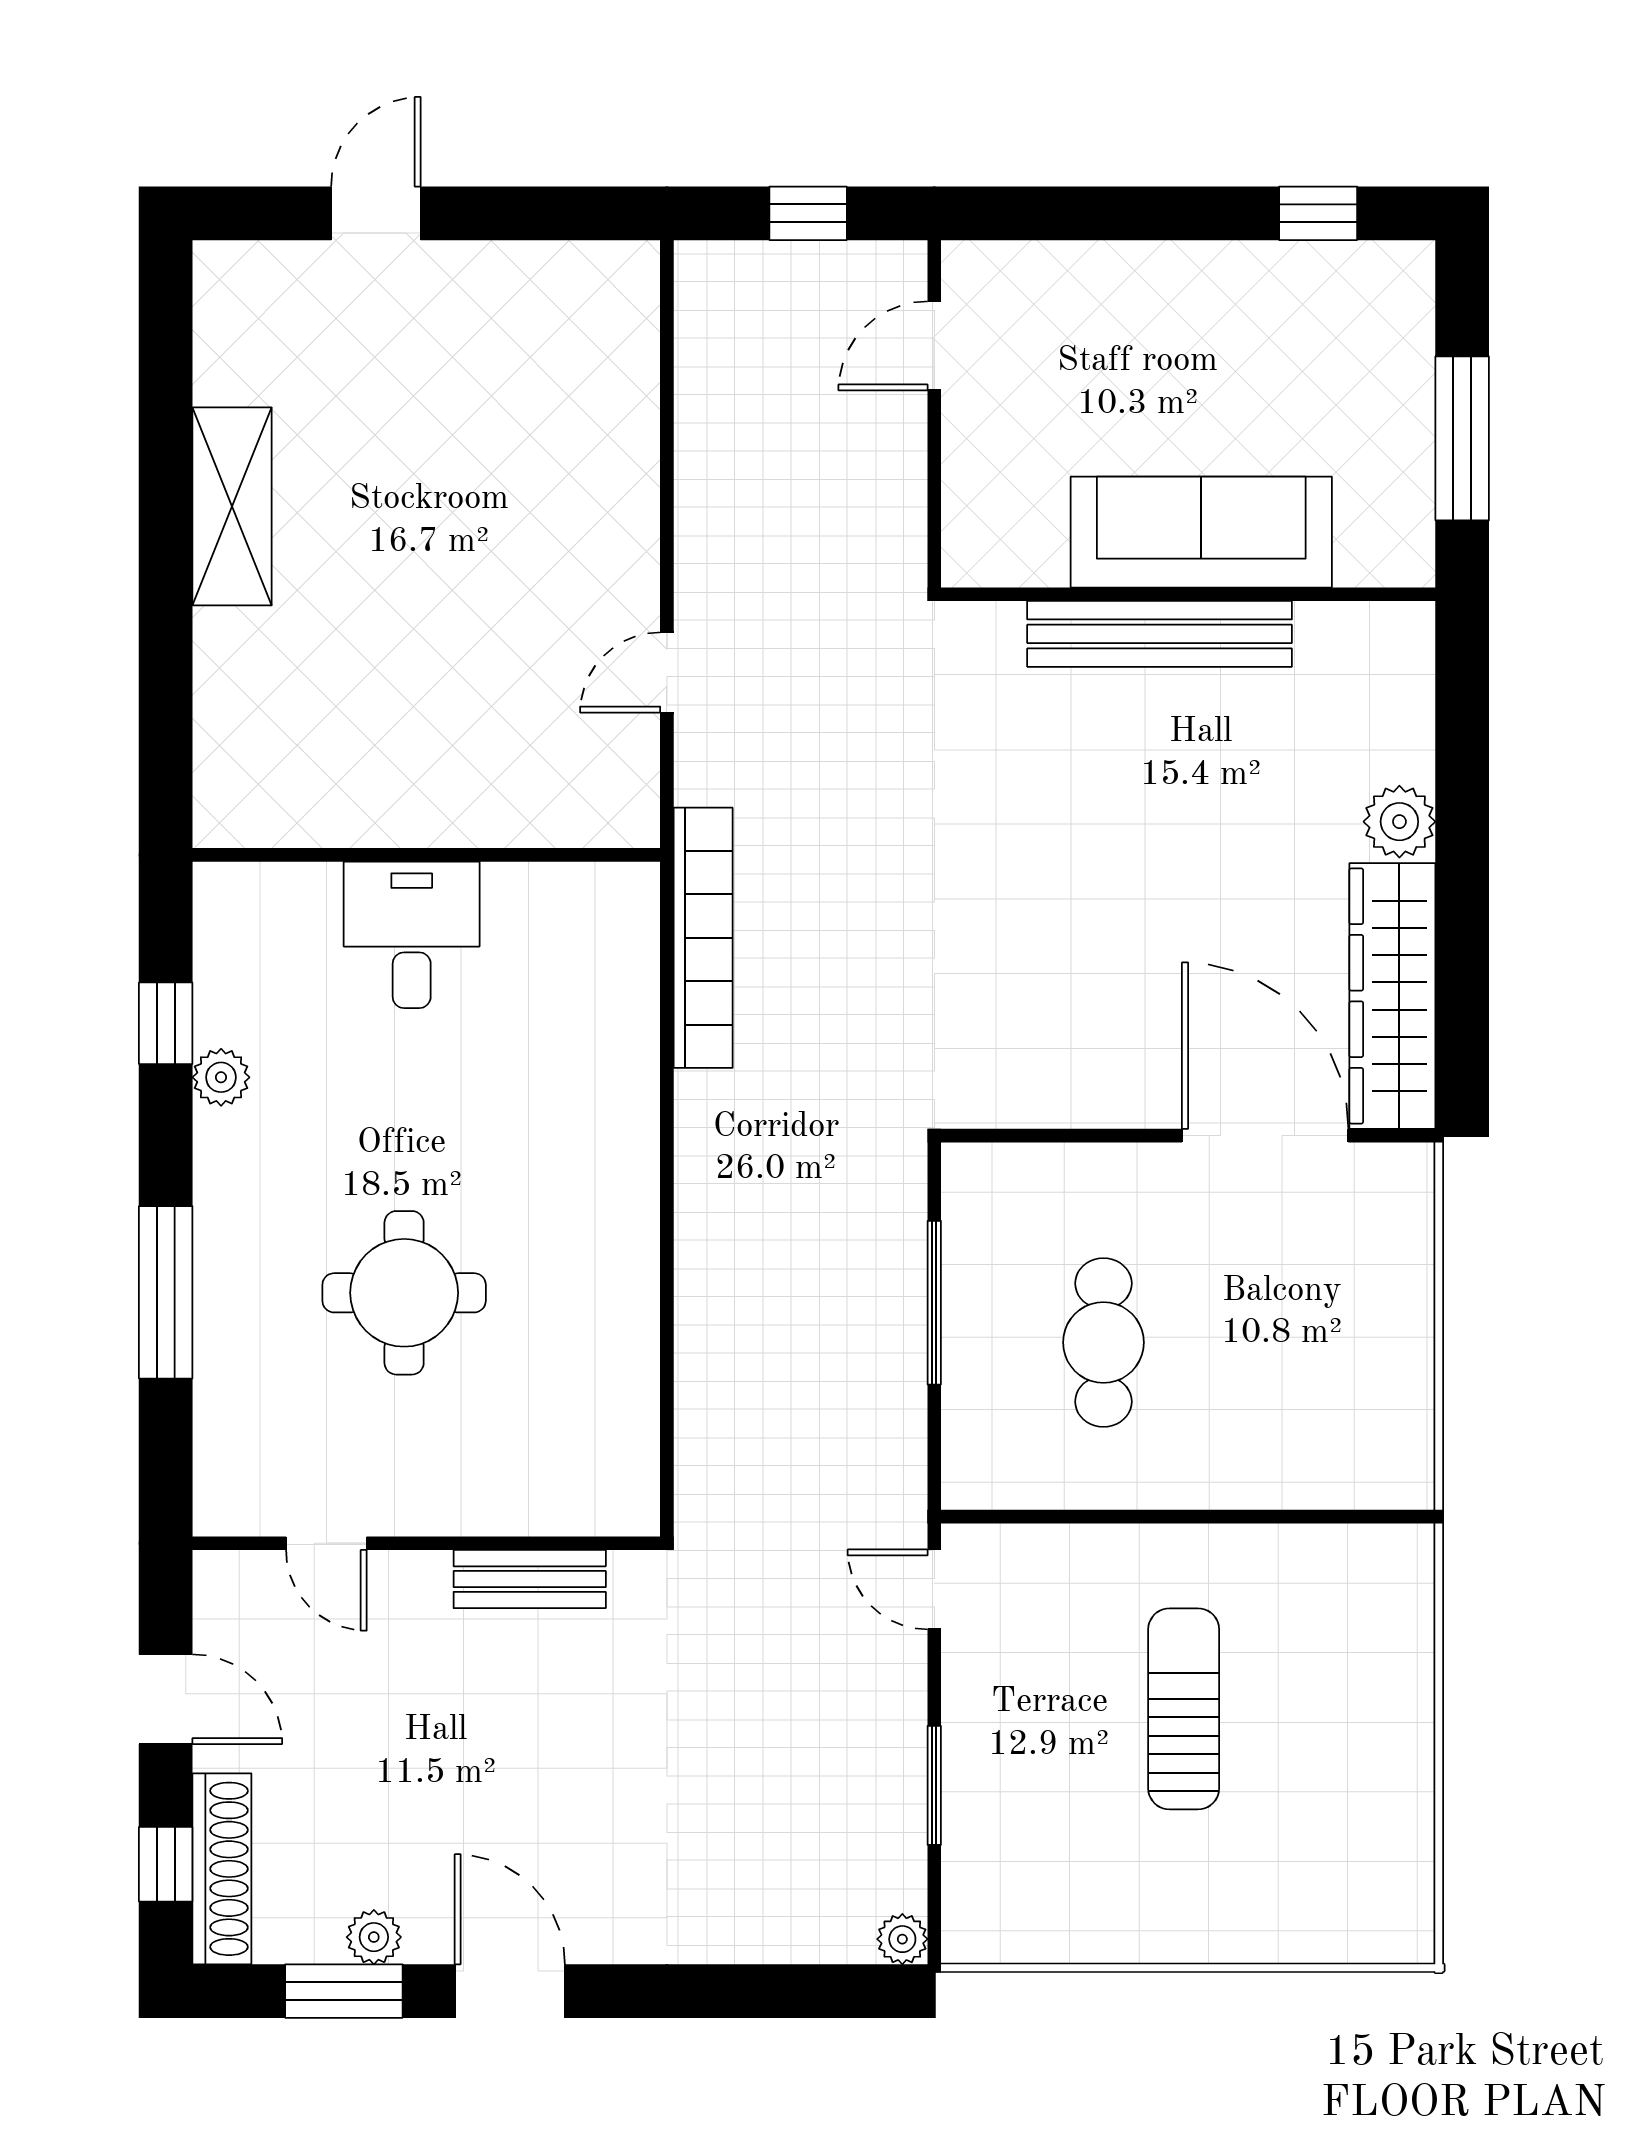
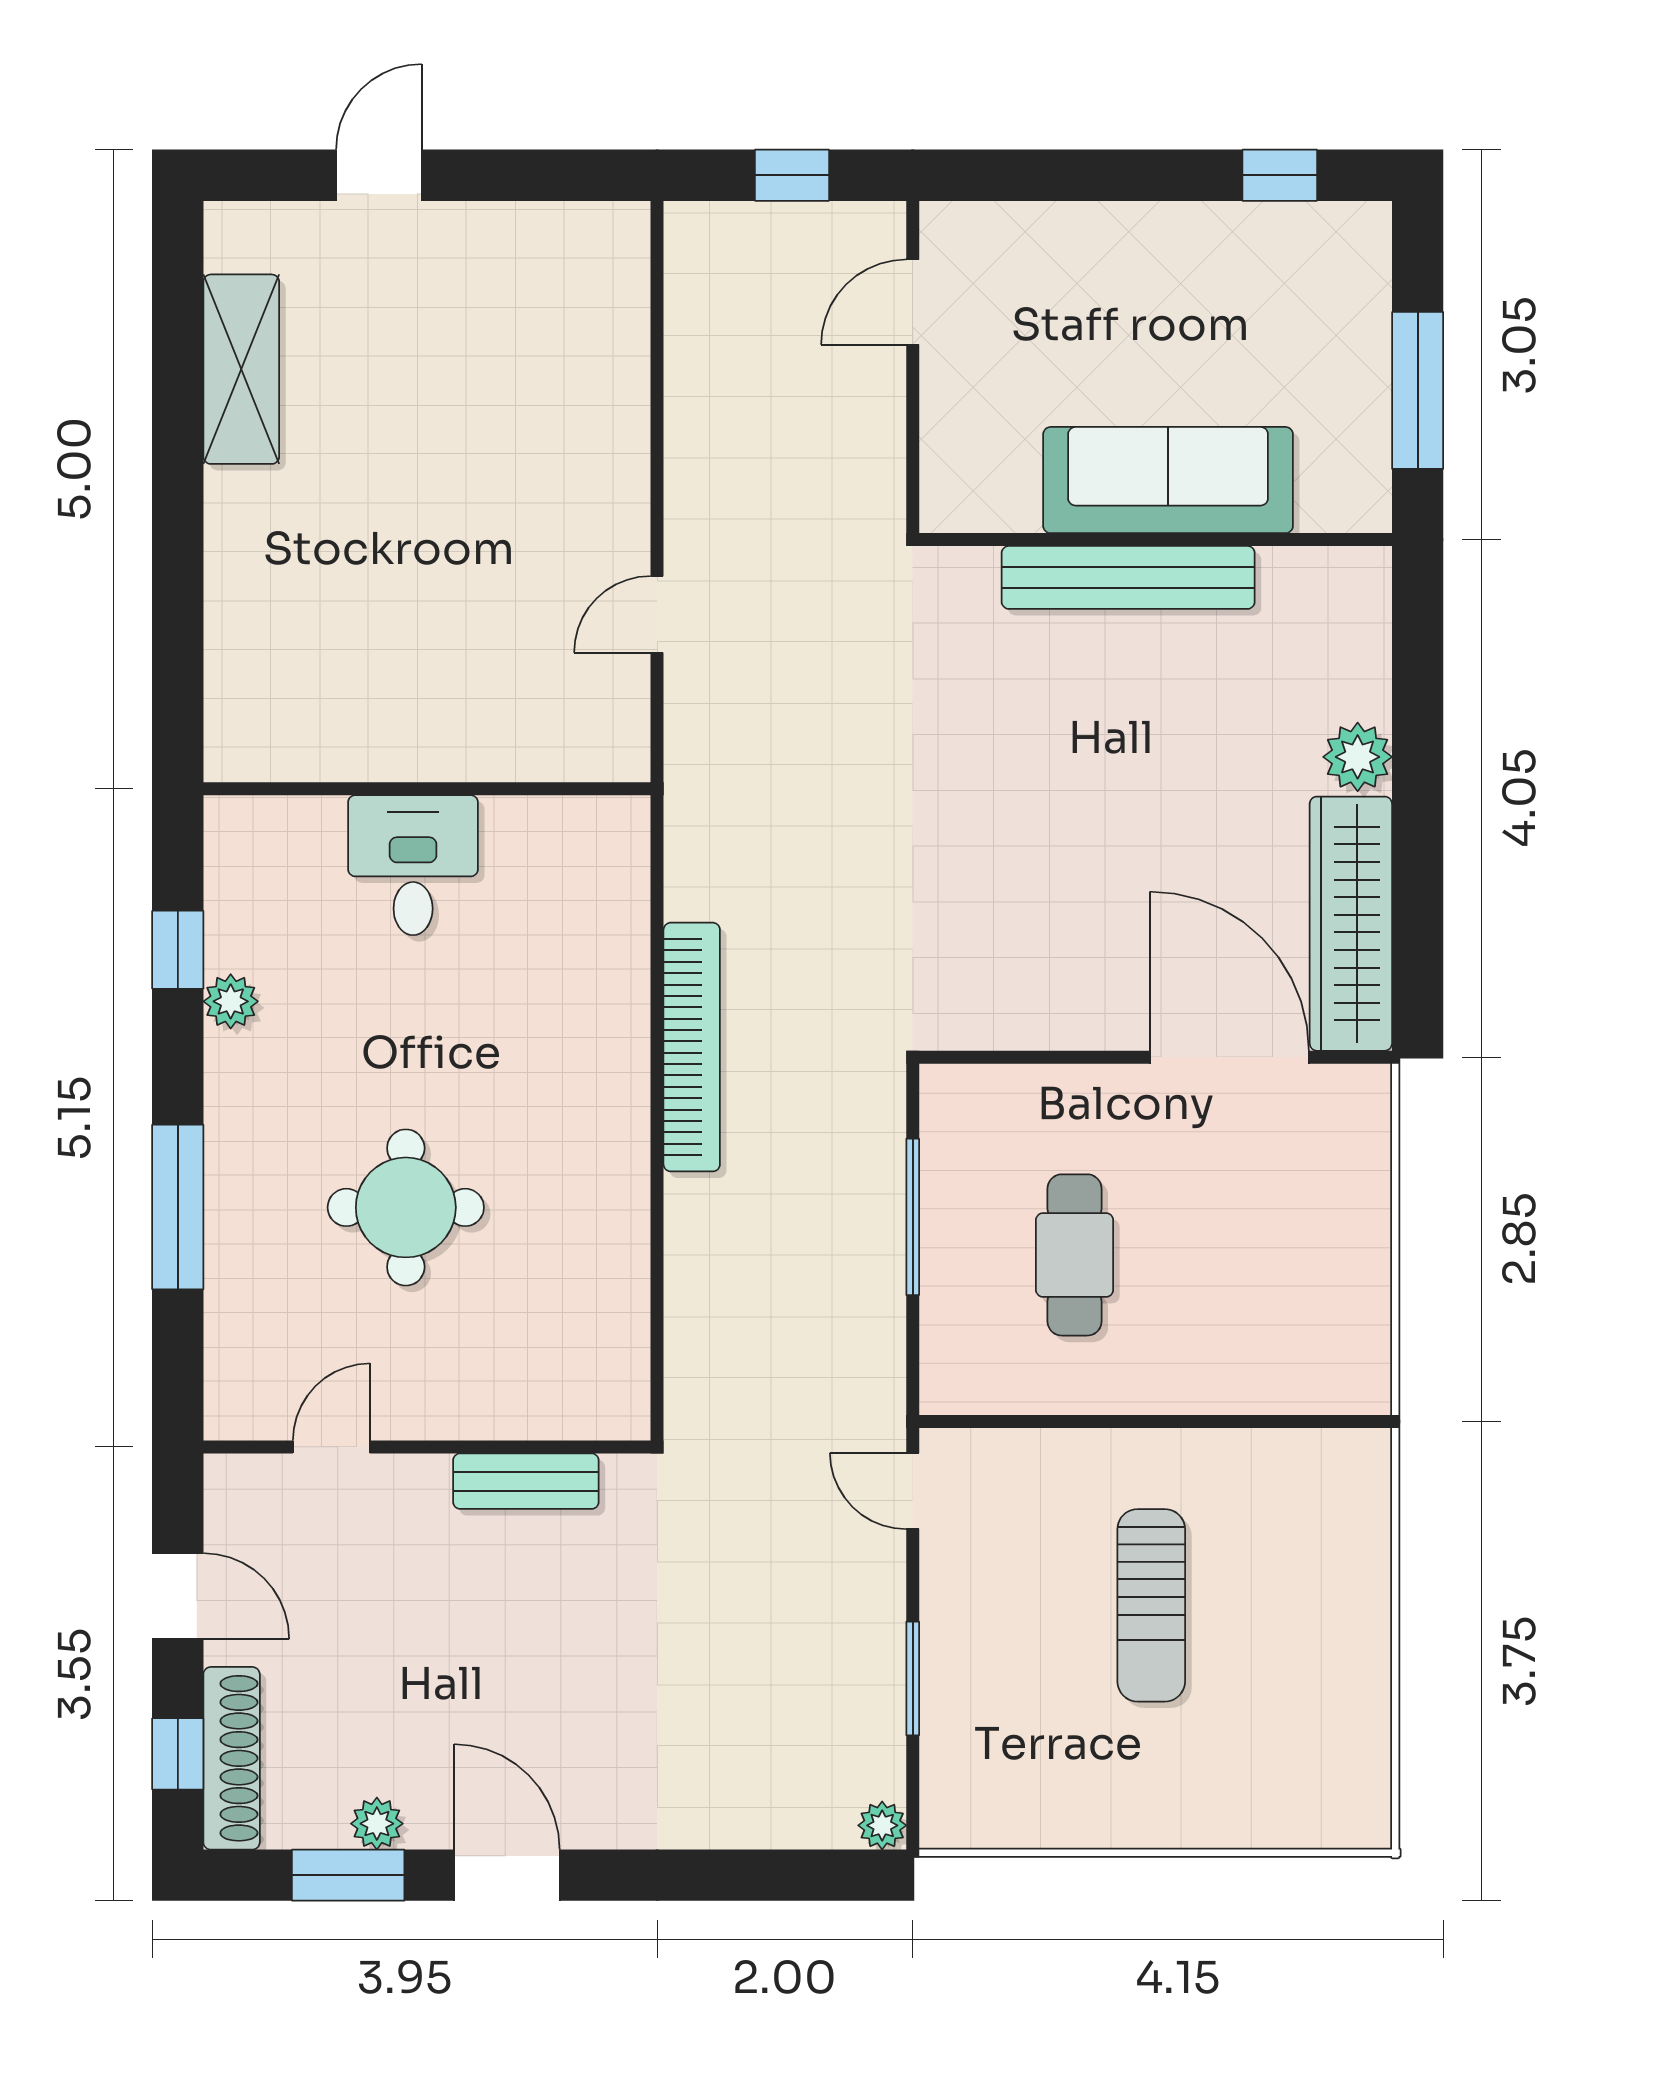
shelving: (232, 506) -> (241, 369), moved
bookcase: (703, 938) -> (692, 1047), moved
door: (326, 1543) -> (331, 1447), swing flipped
sun lounger: (1184, 1709) -> (1151, 1605), turned 180

